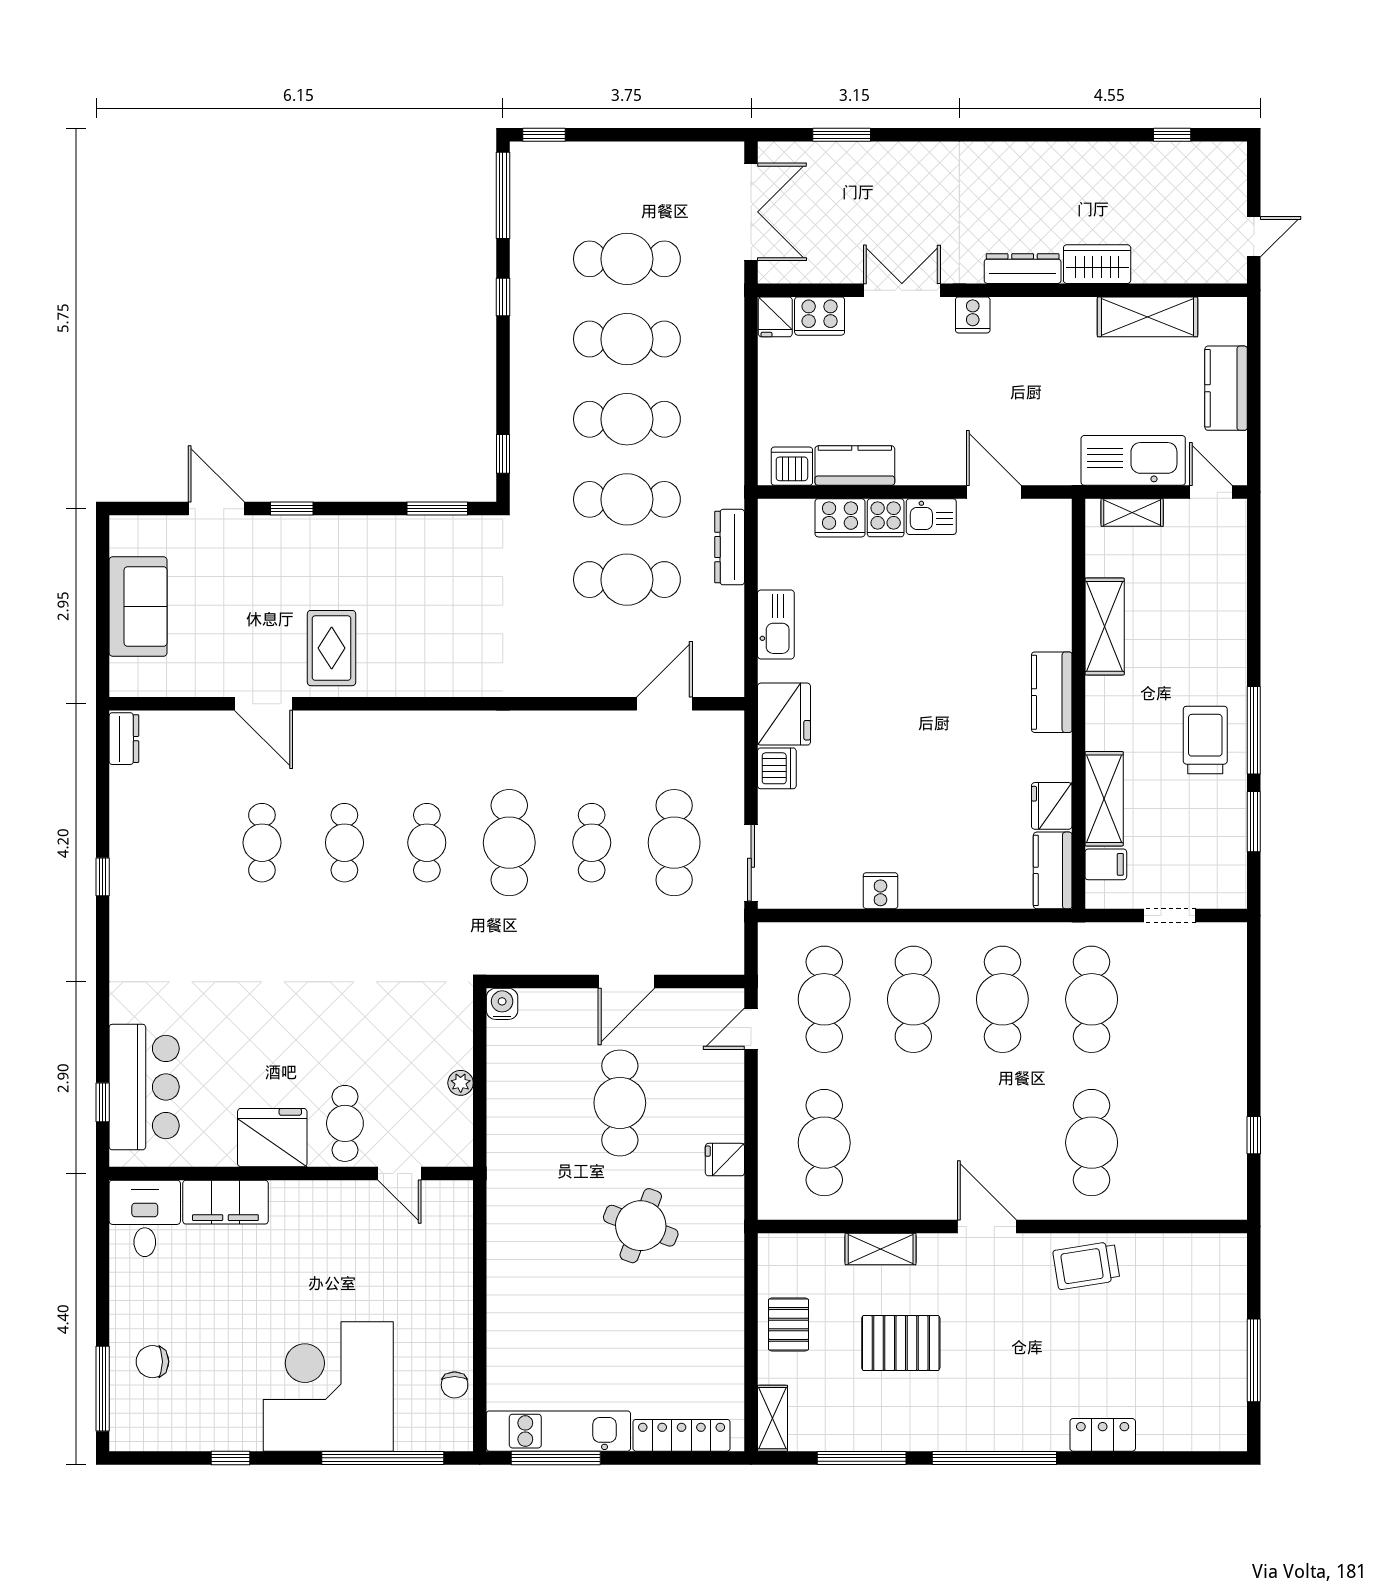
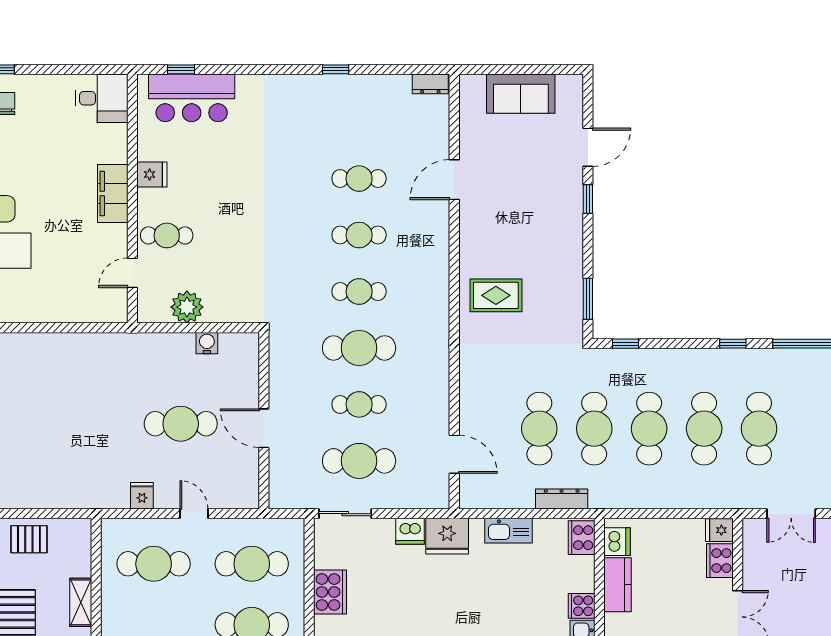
double door: (751, 212) -> (791, 514), width x0.73
cooker: (840, 518) -> (582, 538), moved
rug: (332, 648) -> (496, 295), moved
cooker: (880, 891) -> (330, 592), width x1.87, depth x1.31
water cooler: (502, 1004) -> (207, 343), moved, turned -90
door: (751, 1029) -> (194, 514), moved
plant: (461, 1083) -> (187, 307), width x1.87, depth x1.87
fridge: (272, 1138) -> (152, 174), width x0.53, depth x0.75
filing cabinet: (225, 1202) -> (113, 194), moved
round table: (641, 1226) -> (97, 438), removed

